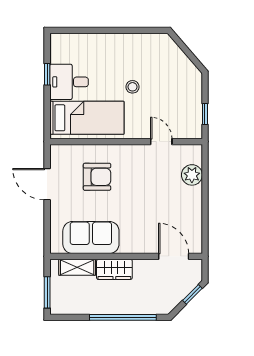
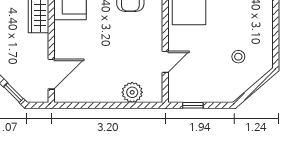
stool: (132, 87) -> (238, 57), moved

